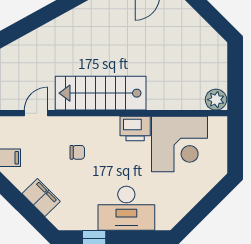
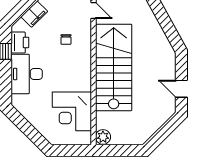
stairs: (101, 93) -> (114, 67), width x1.36, depth x1.51
printer: (135, 128) -> (20, 42), moved, turned 180

